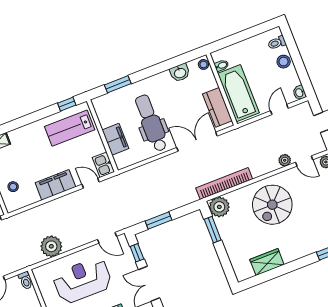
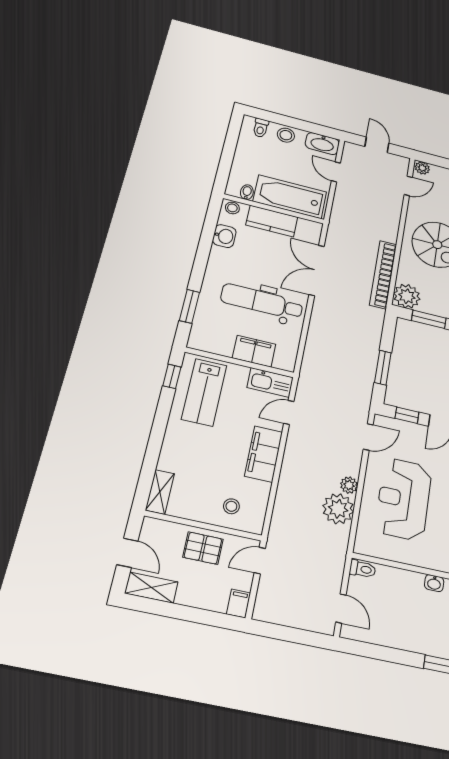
washbasin: (300, 93) -> (322, 144), width x1.91, depth x1.45
kitchen counter: (217, 107) -> (272, 221), moved
plant: (285, 160) -> (349, 485), moved
kitchen sink: (103, 165) -> (270, 382), width x1.38

